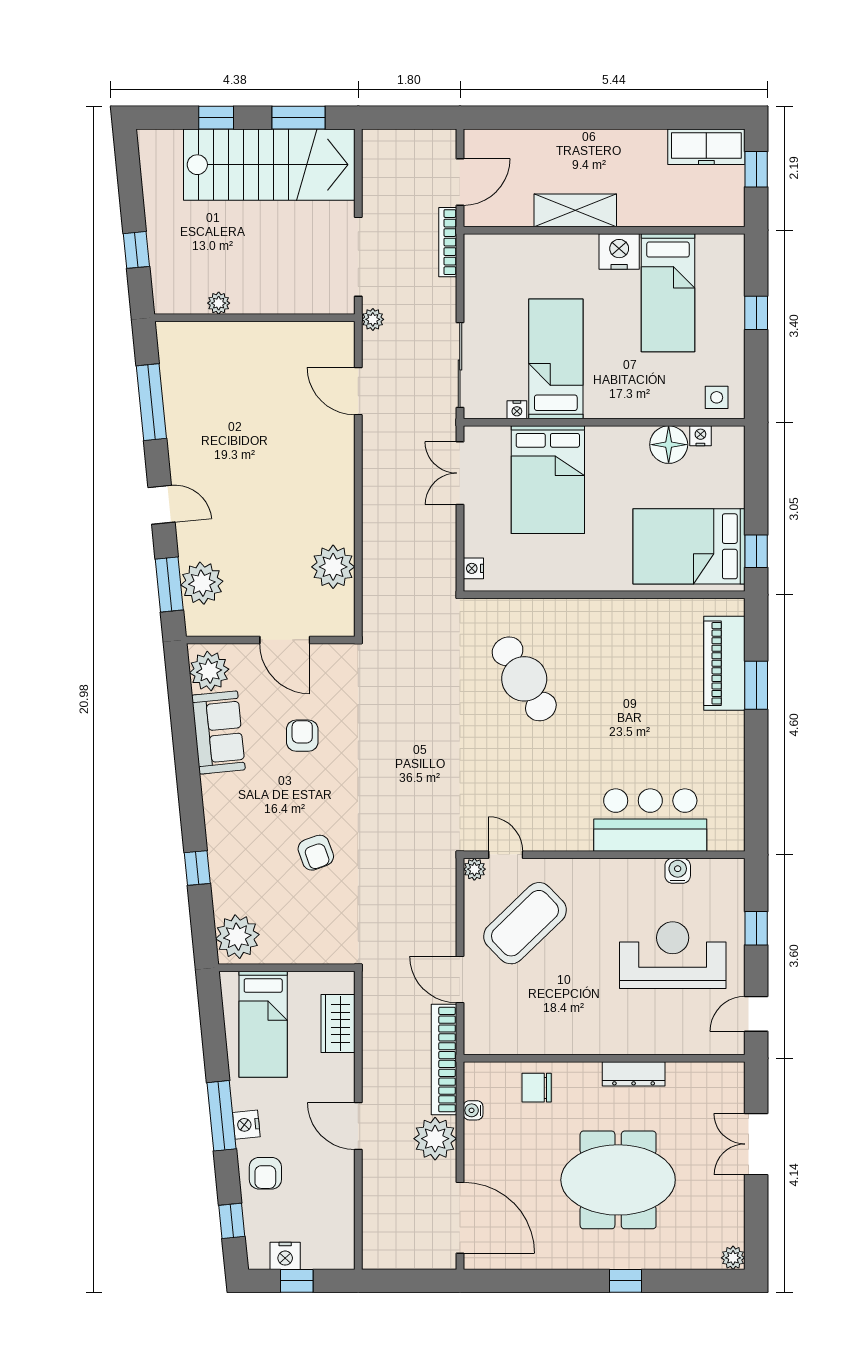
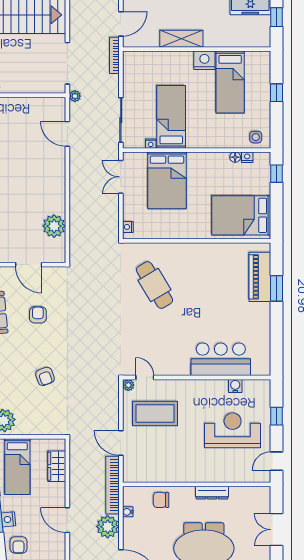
floor lamp: (669, 445) -> (235, 157), width x0.53, depth x0.53
window: (756, 551) -> (276, 174), moved
coffee table: (525, 923) -> (155, 413), turned 44

